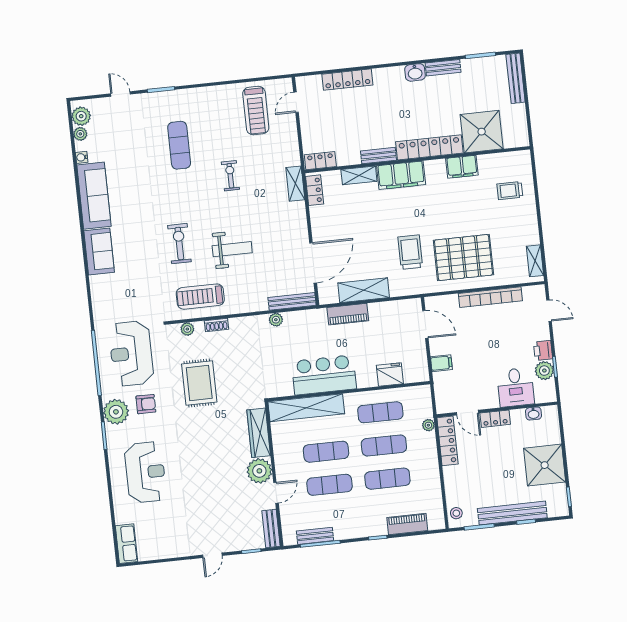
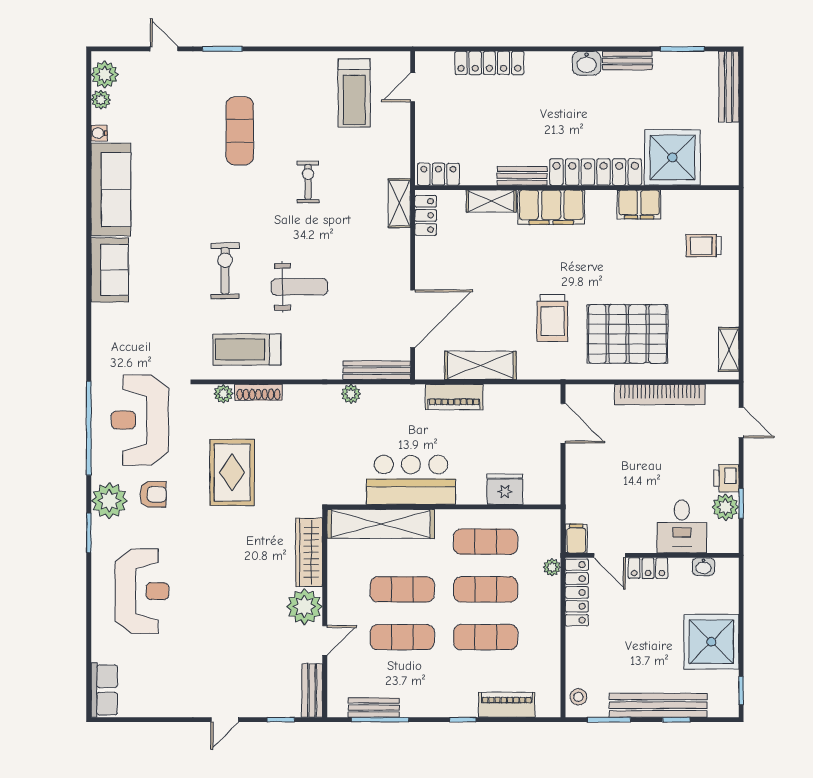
trolley: (410, 252) -> (552, 318), turned 180
shoe rack: (217, 325) -> (258, 392), width x1.43
filing cabinet: (441, 363) -> (576, 539), moved, turned -90

